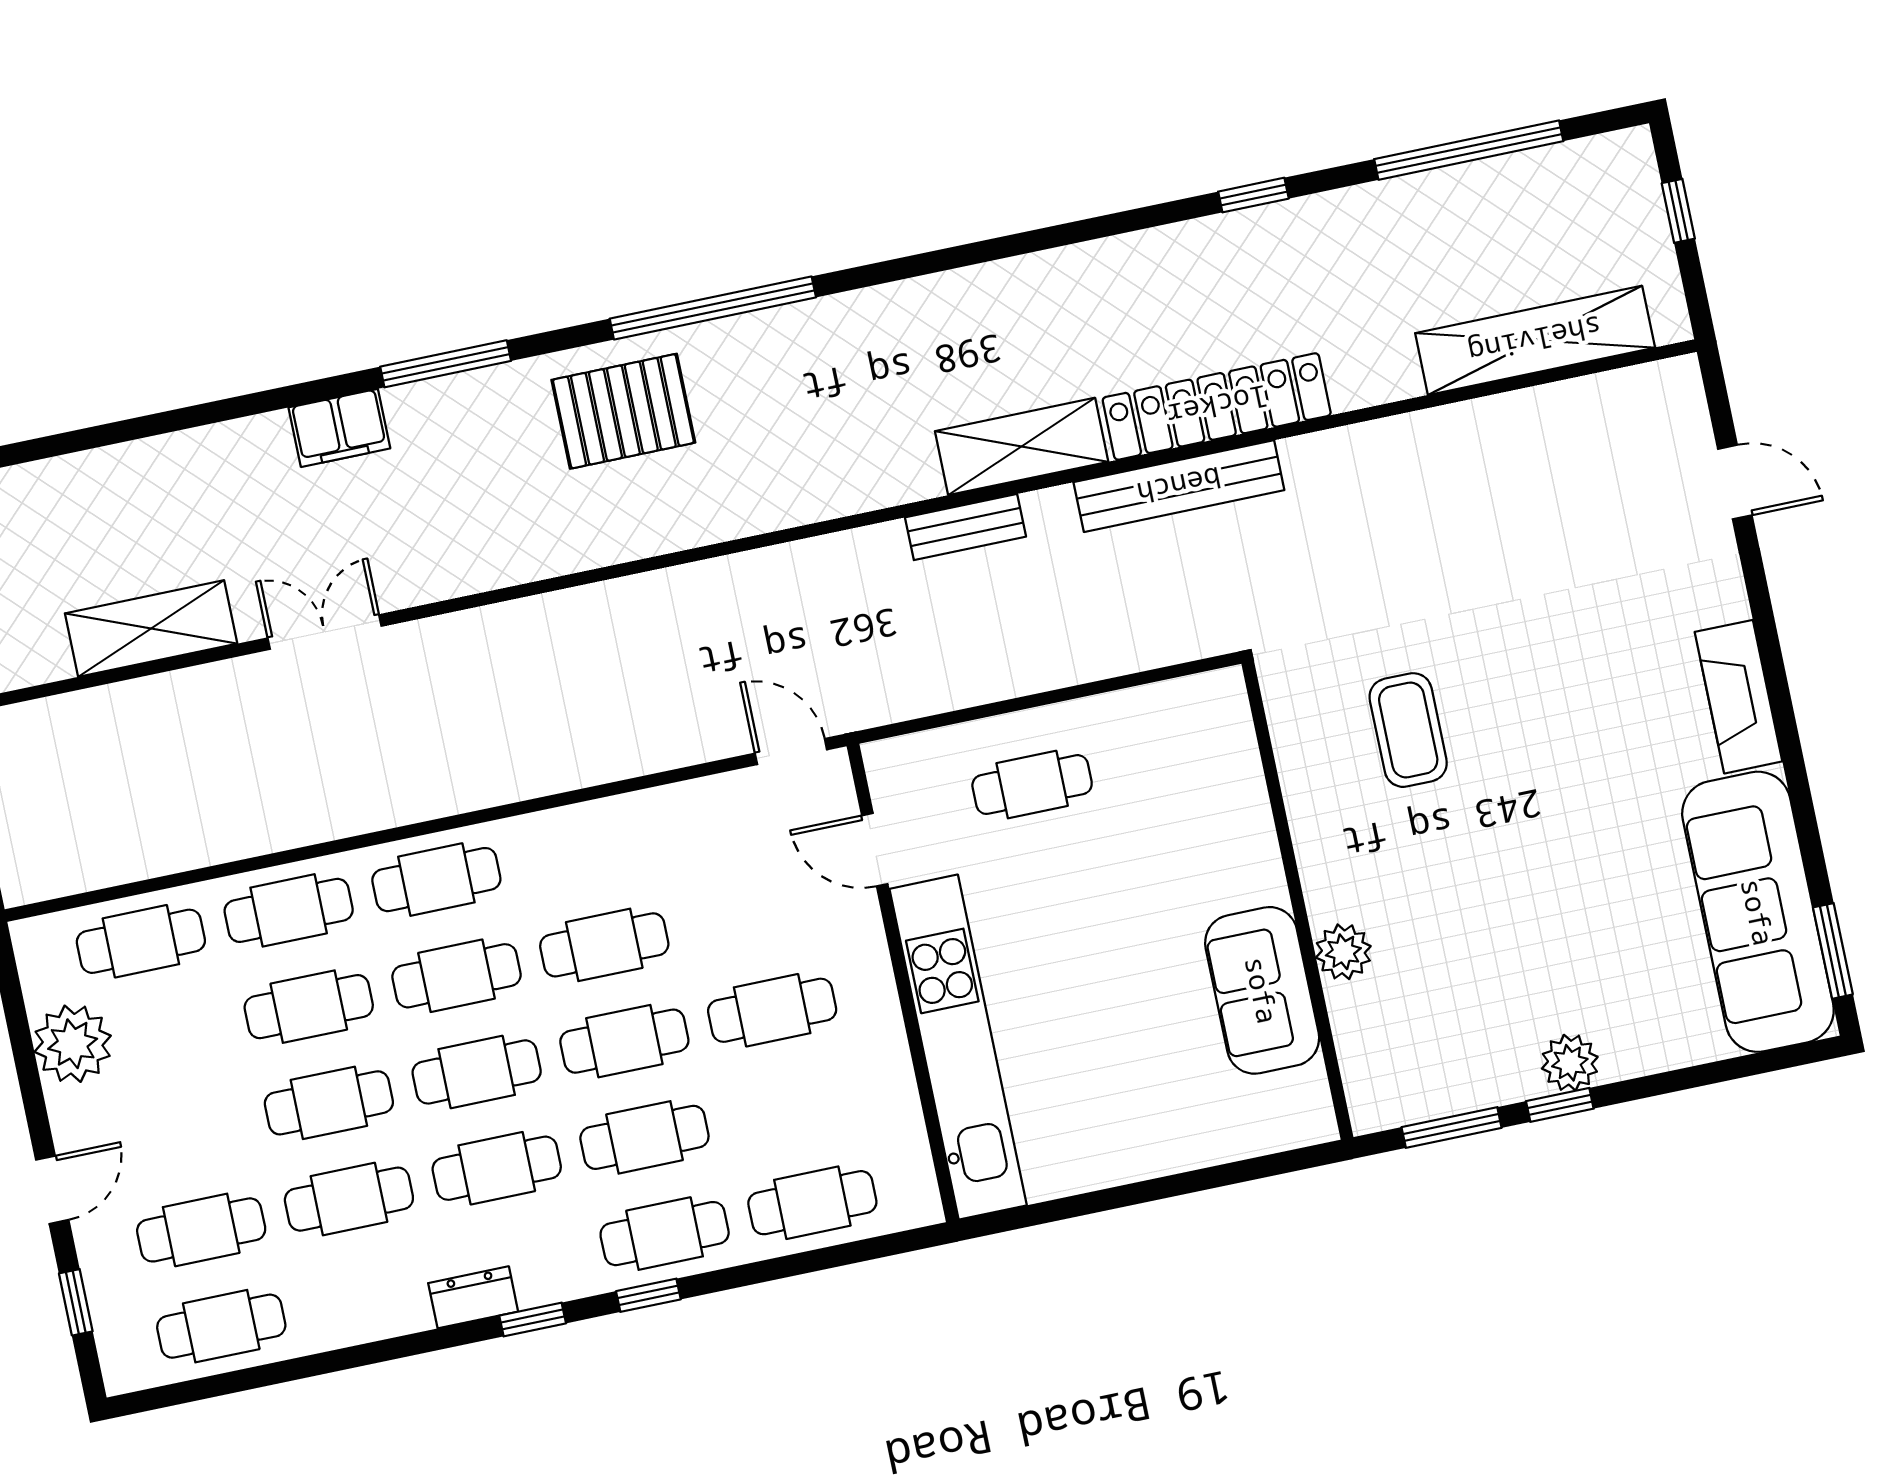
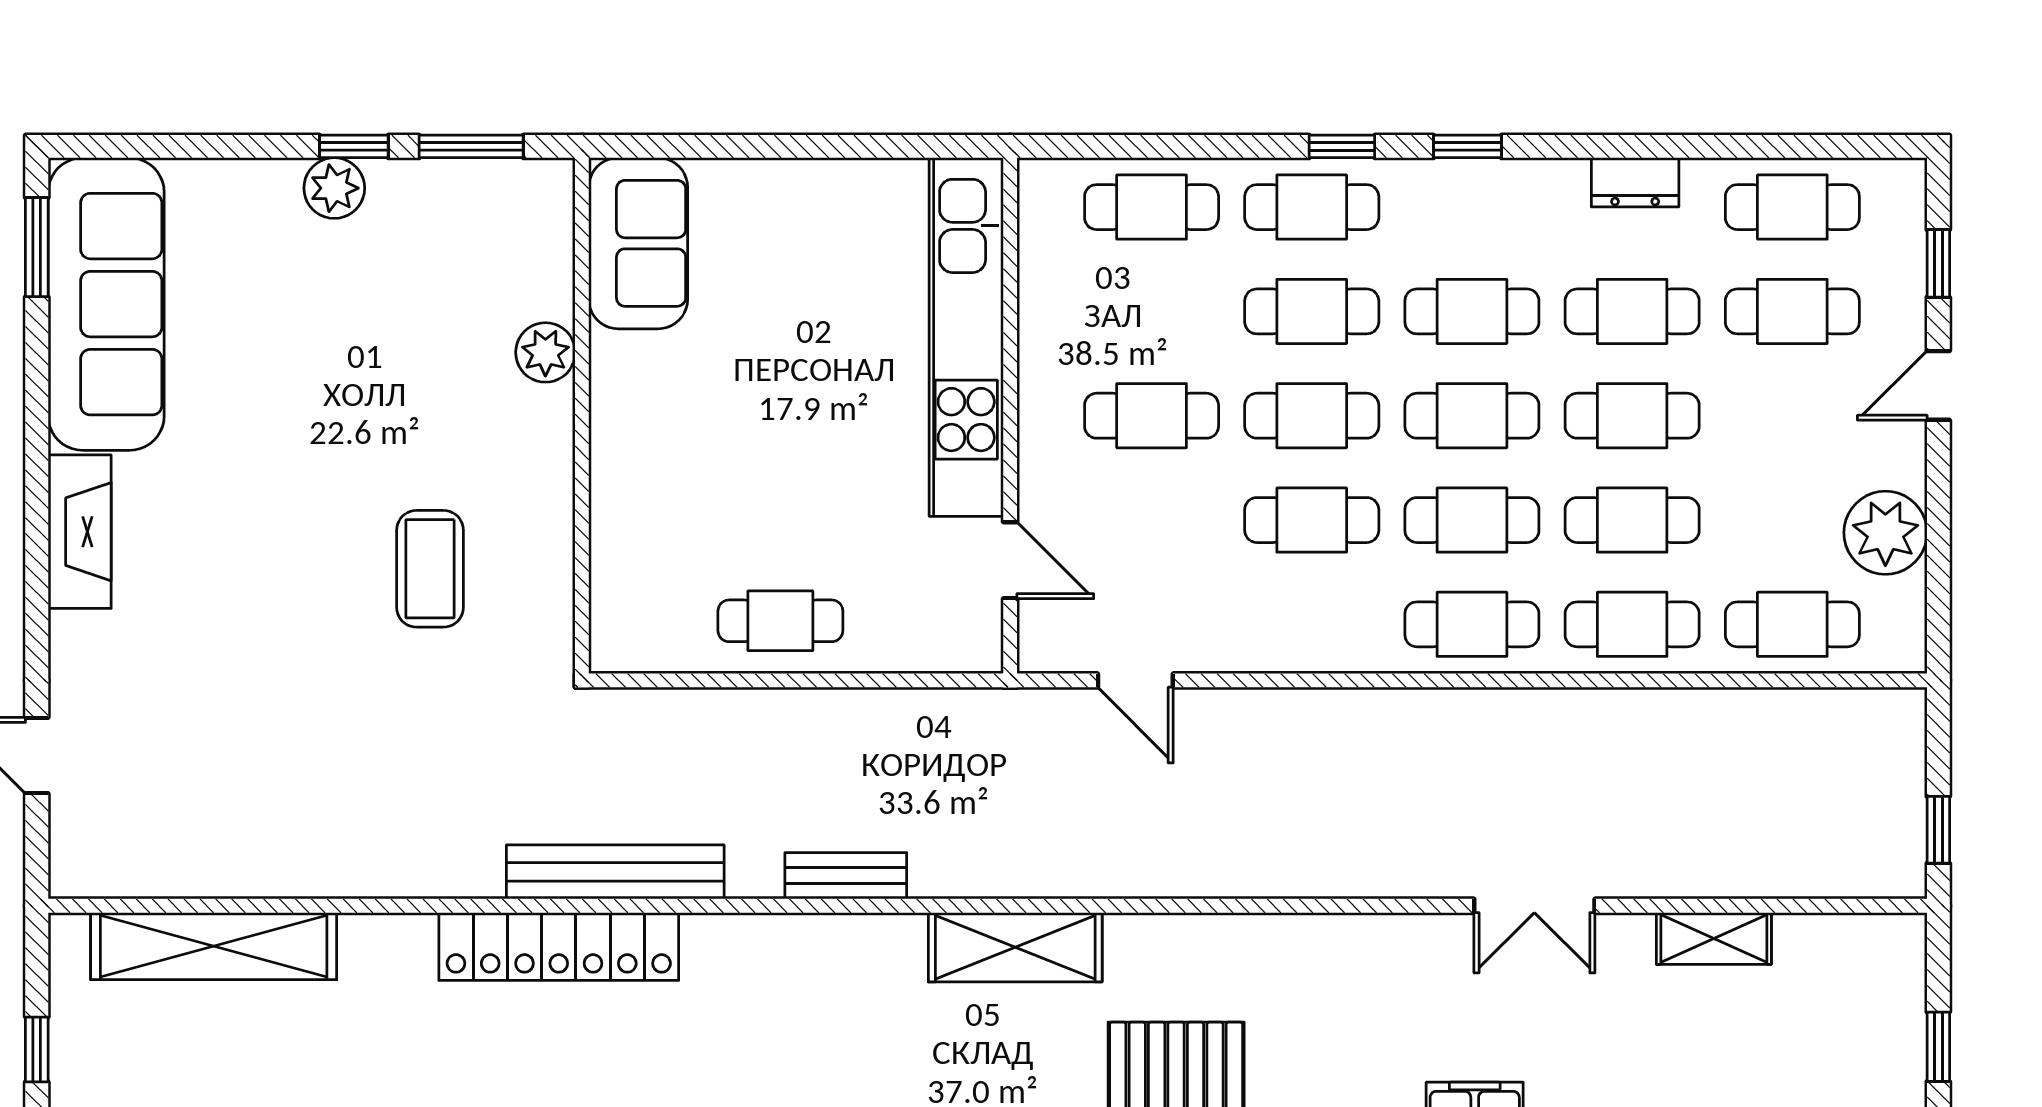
shelving: (1022, 446) -> (1015, 947), moved
shelving: (151, 629) -> (1714, 938), width x0.67, depth x0.75
door: (791, 751) -> (1135, 680), moved
cafe table: (1032, 785) -> (780, 621), moved
sofa: (1262, 990) -> (638, 243), moved
dresser: (473, 1297) -> (1635, 182), moved

